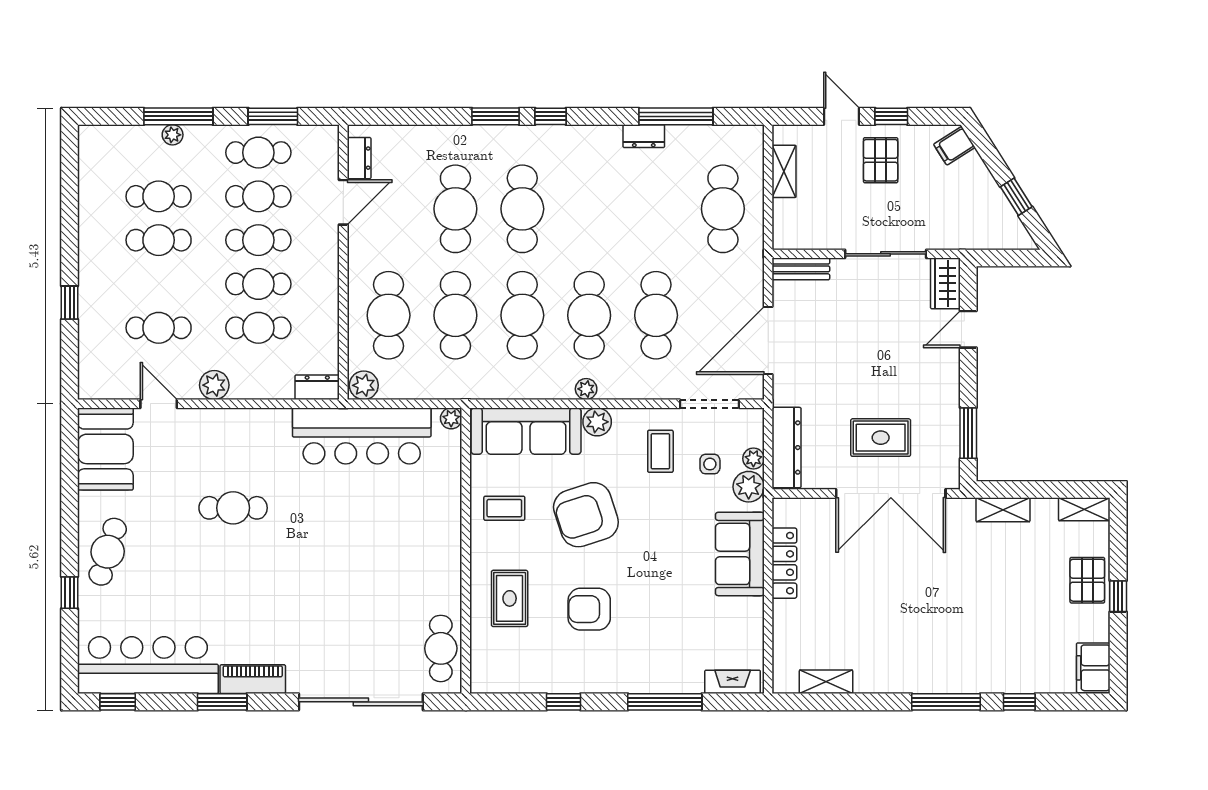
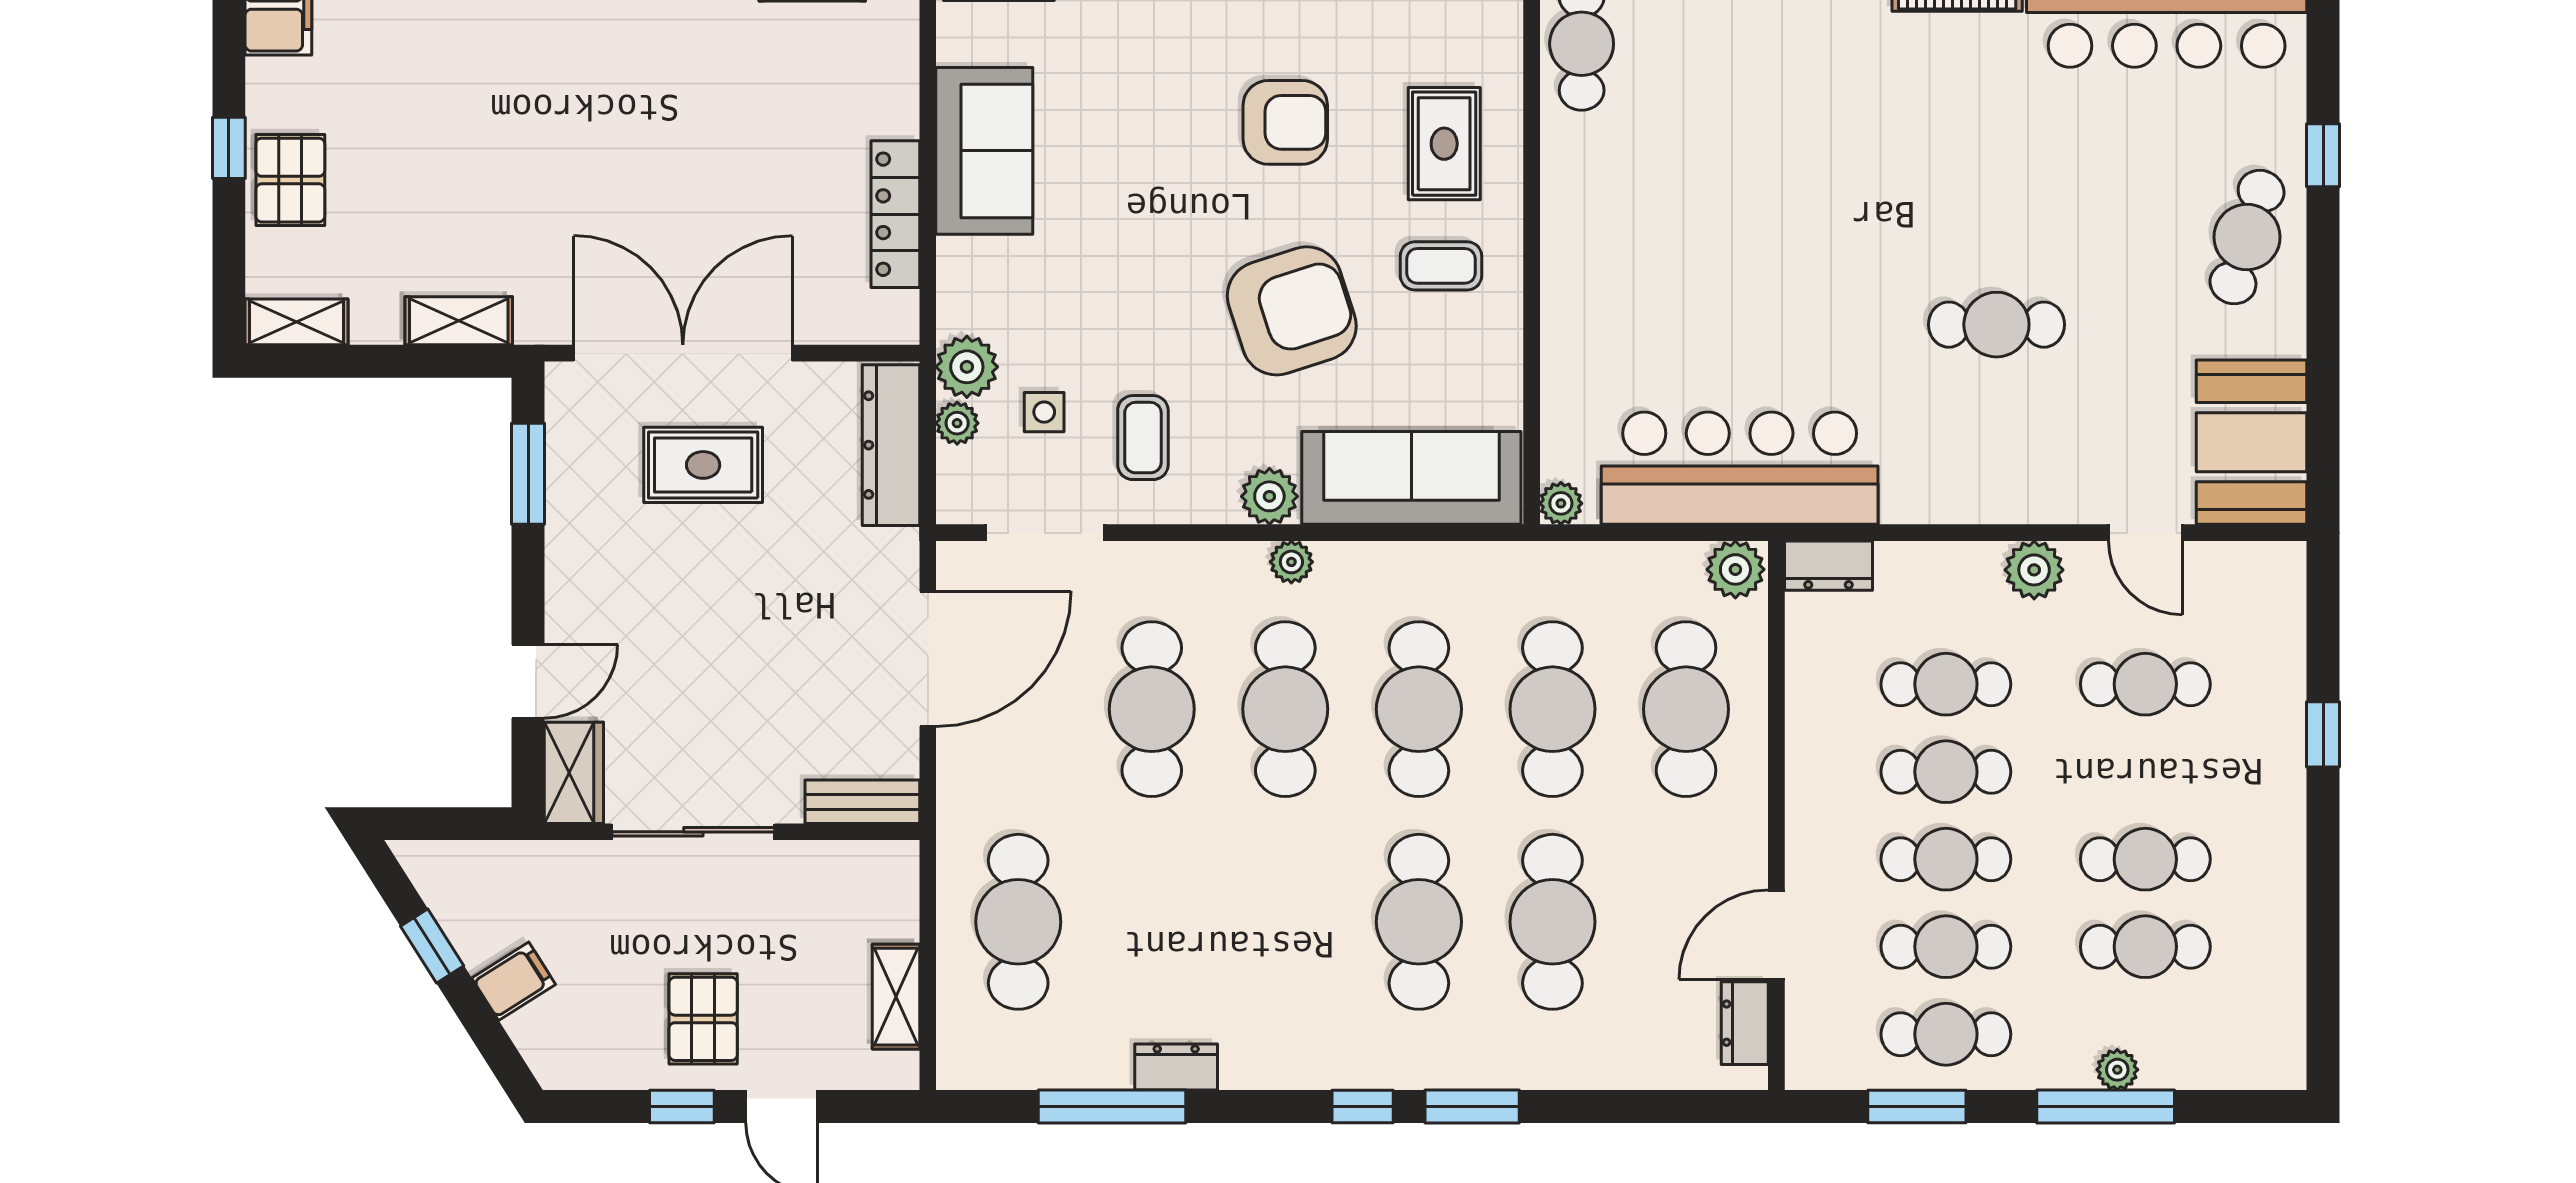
filing cabinet: (954, 146) -> (514, 981), moved
coffee table: (504, 508) -> (1441, 266), moved
sofa: (740, 554) -> (984, 151), moved

